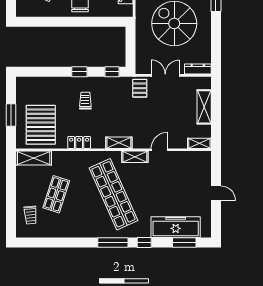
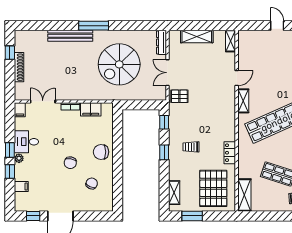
window: (11, 115) -> (192, 216), moved
pallet: (41, 125) -> (213, 188), turned 90
shelving: (119, 143) -> (174, 193), moved
door: (159, 150) -> (237, 78), swing flipped
door: (216, 193) -> (277, 26), hinge flipped

